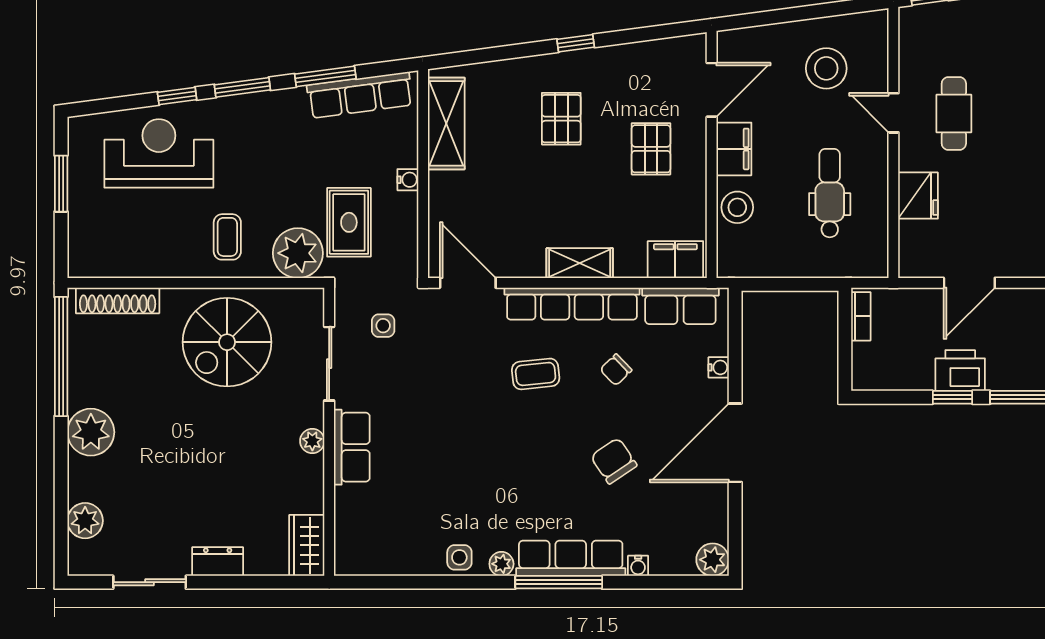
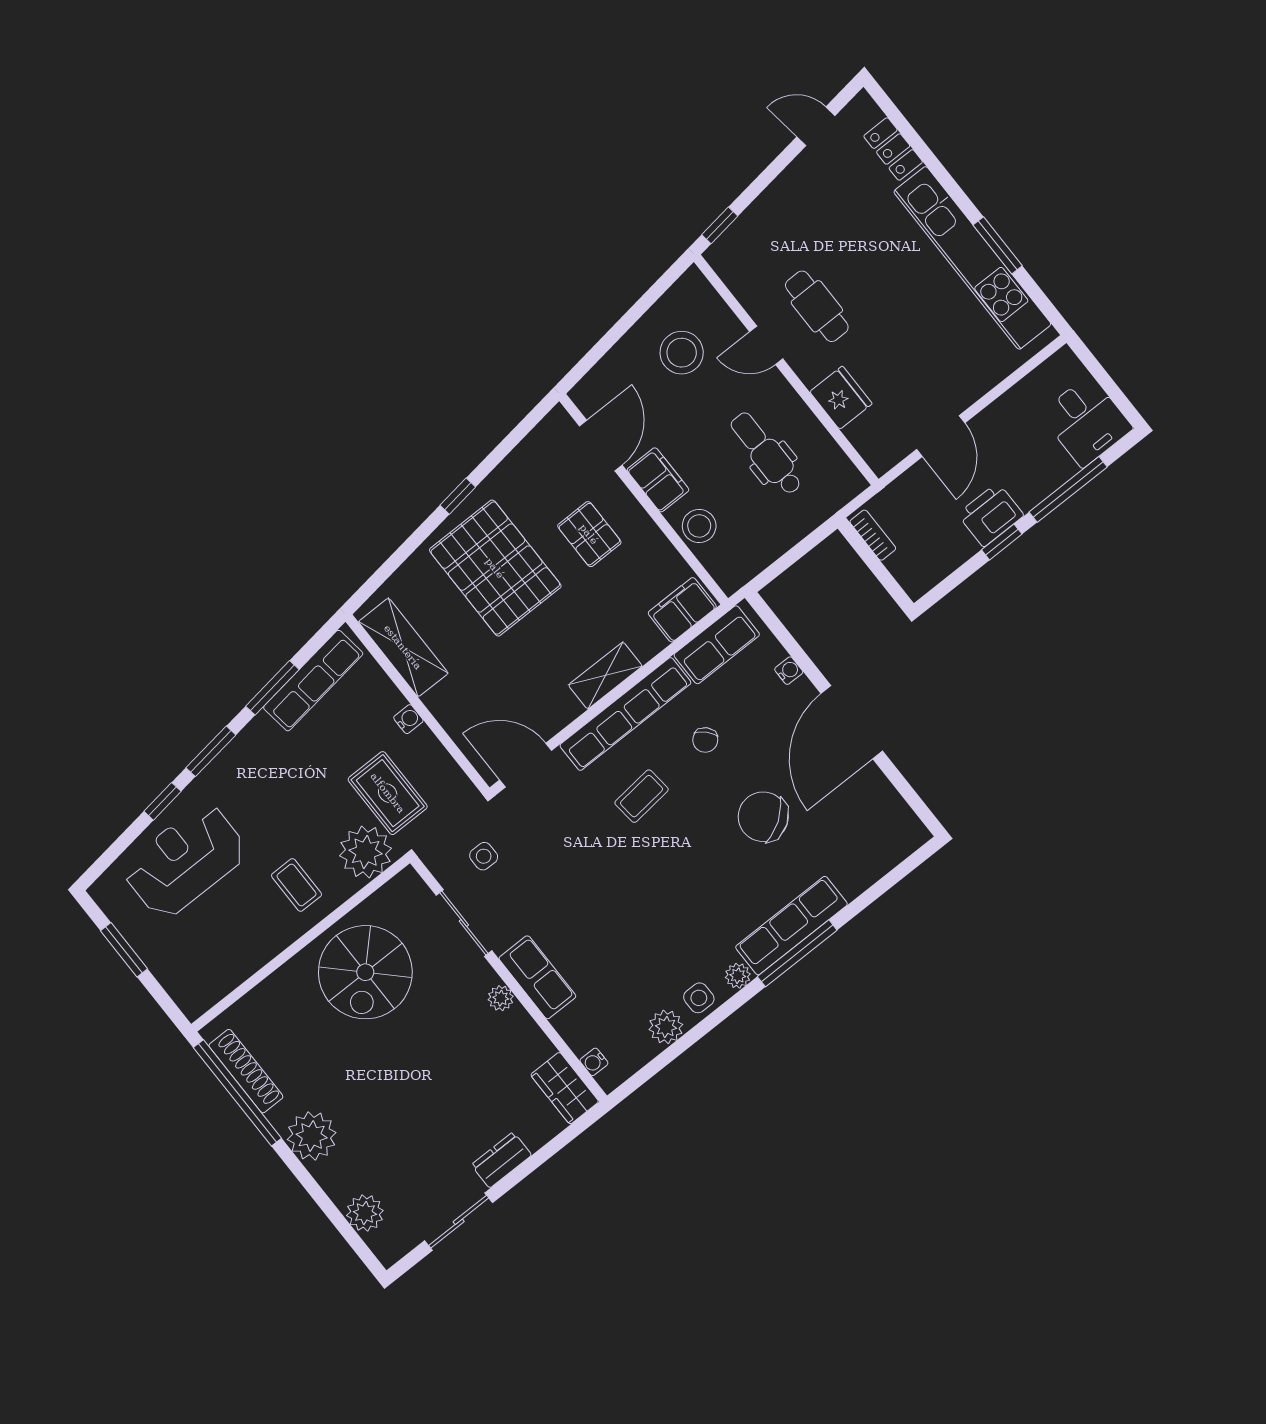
pallet: (561, 119) -> (495, 568), width x2.05, depth x2.00
shoe rack: (118, 300) -> (246, 1071), moved, turned -90
chair: (614, 461) -> (763, 817), width x1.37, depth x1.37
plant: (713, 560) -> (666, 1027), moved
water cooler: (638, 566) -> (594, 1062), moved, turned 90

